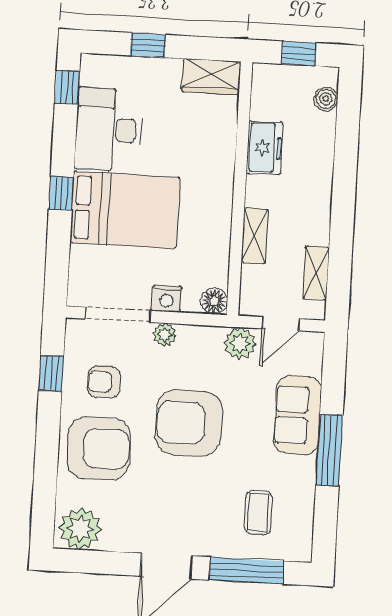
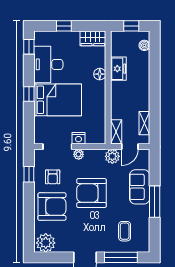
shelving: (255, 236) -> (116, 132), moved
floor lamp: (214, 301) -> (100, 74), moved
armchair: (104, 382) -> (53, 177), turned -90

